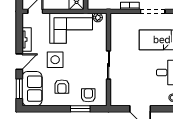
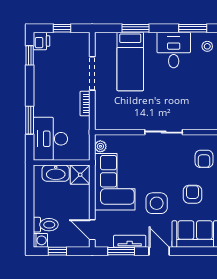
armchair: (62, 87) -> (192, 194), turned -90
window: (19, 89) -> (121, 251), moved
armchair: (88, 95) -> (204, 159), turned -90

